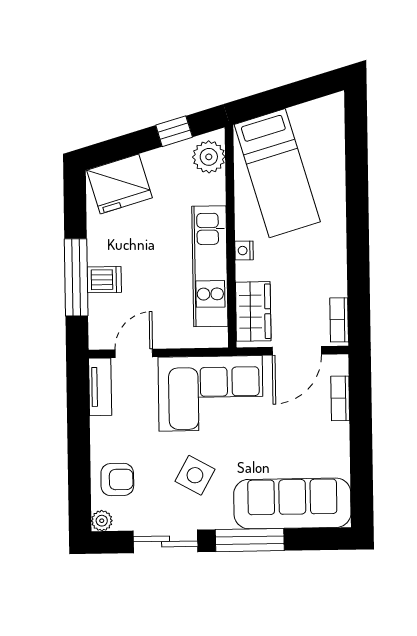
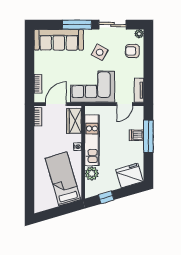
plant: (209, 157) -> (92, 173), moved

